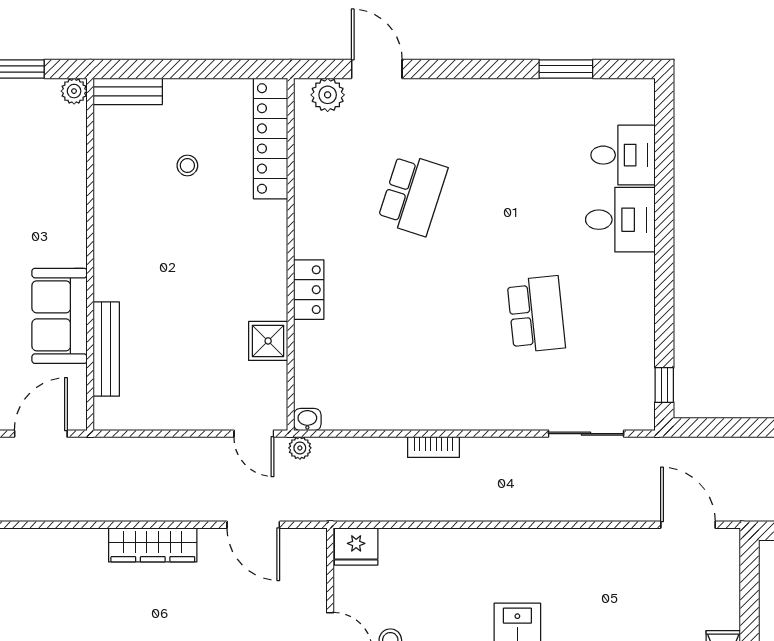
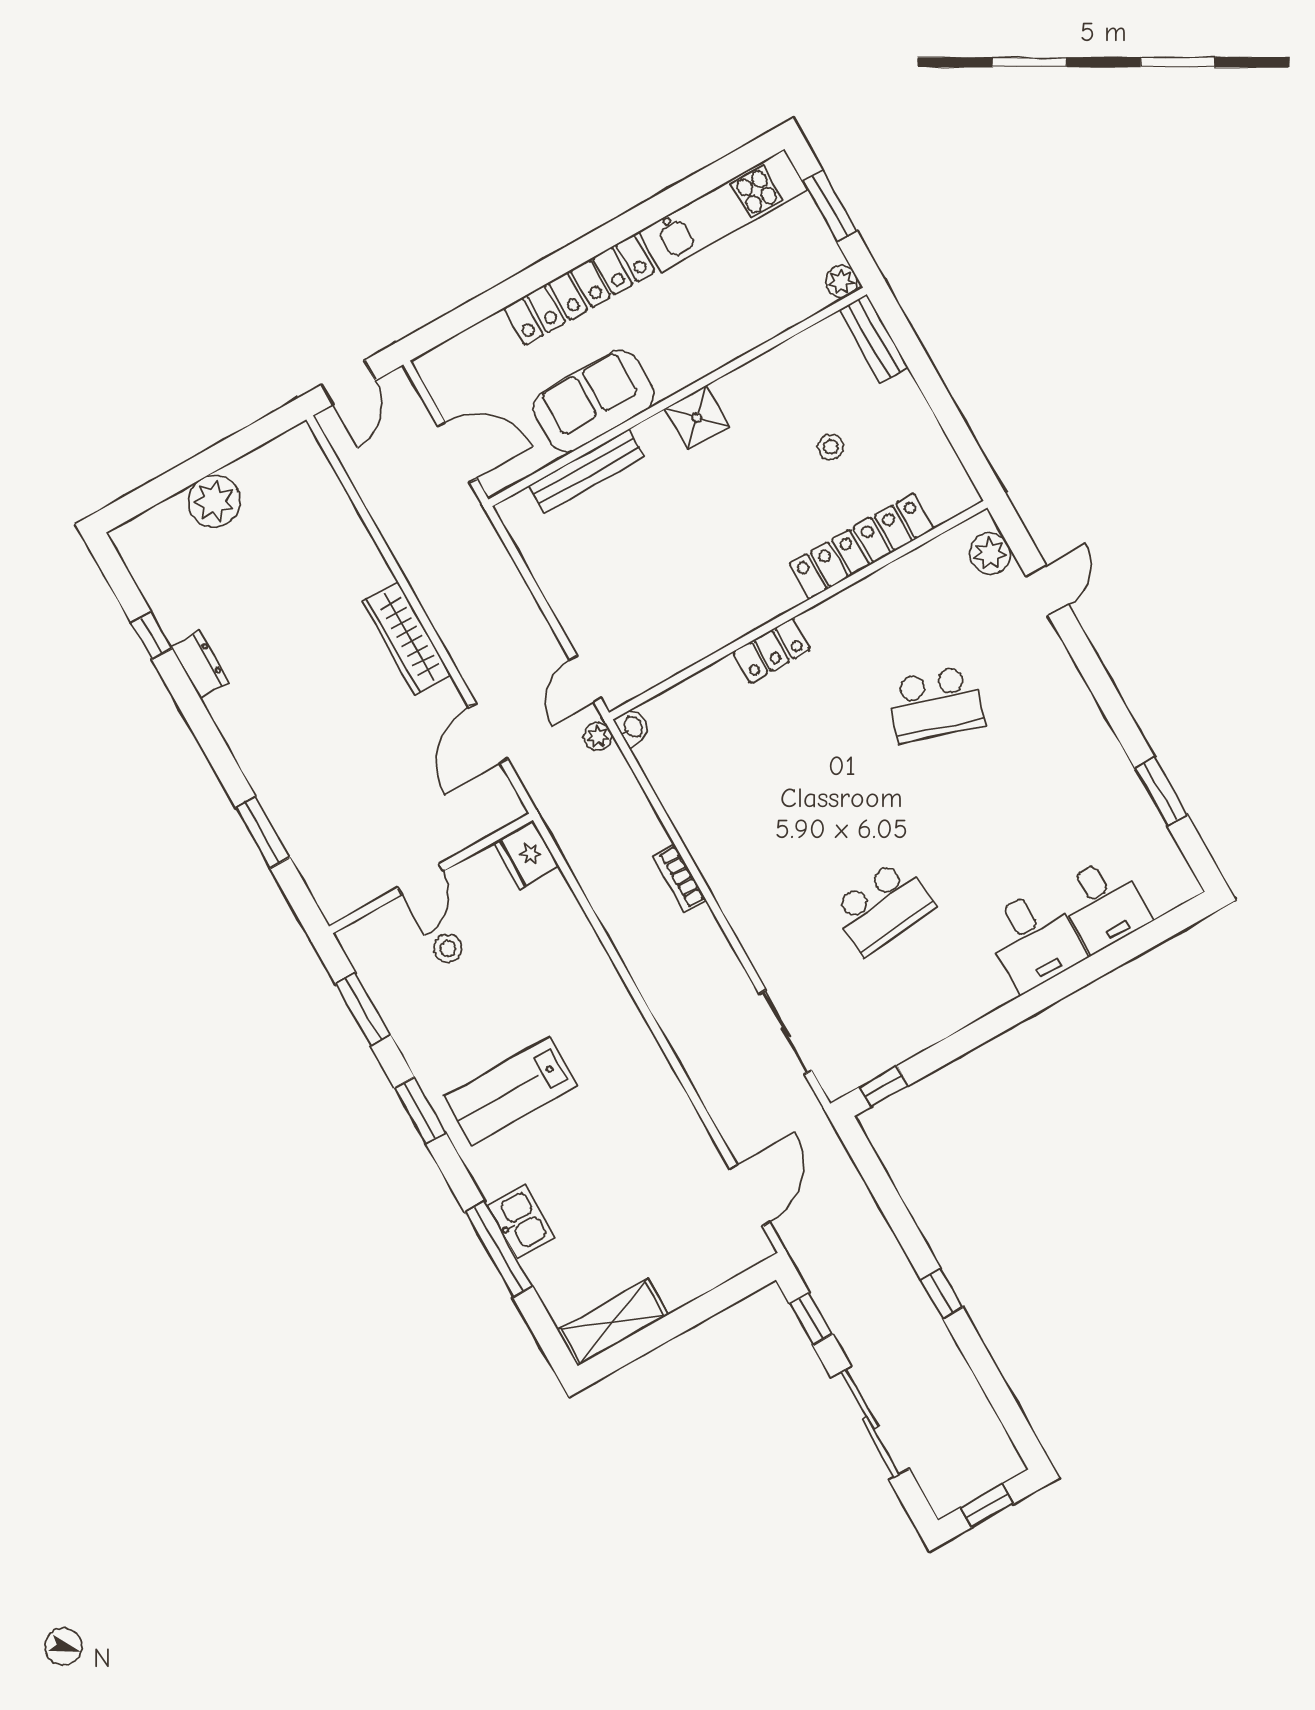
door: (377, 69) -> (1047, 590), width x0.73
locker: (270, 138) -> (861, 546), moved
shower: (268, 341) -> (697, 418), moved

